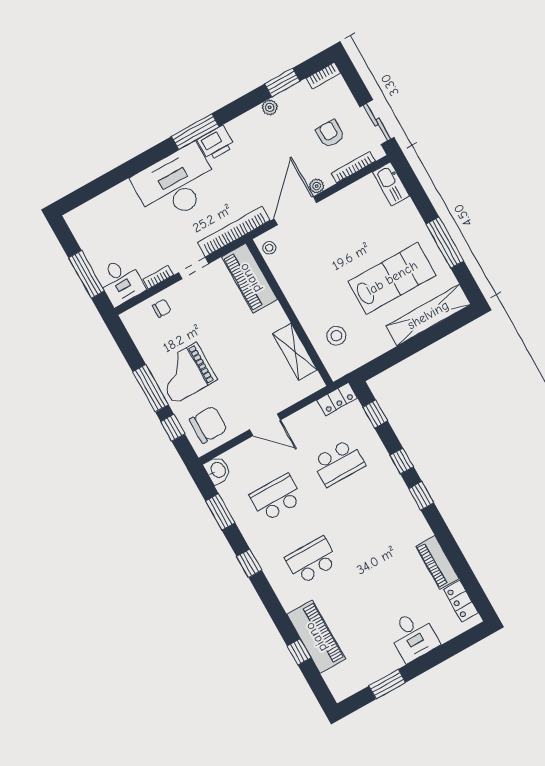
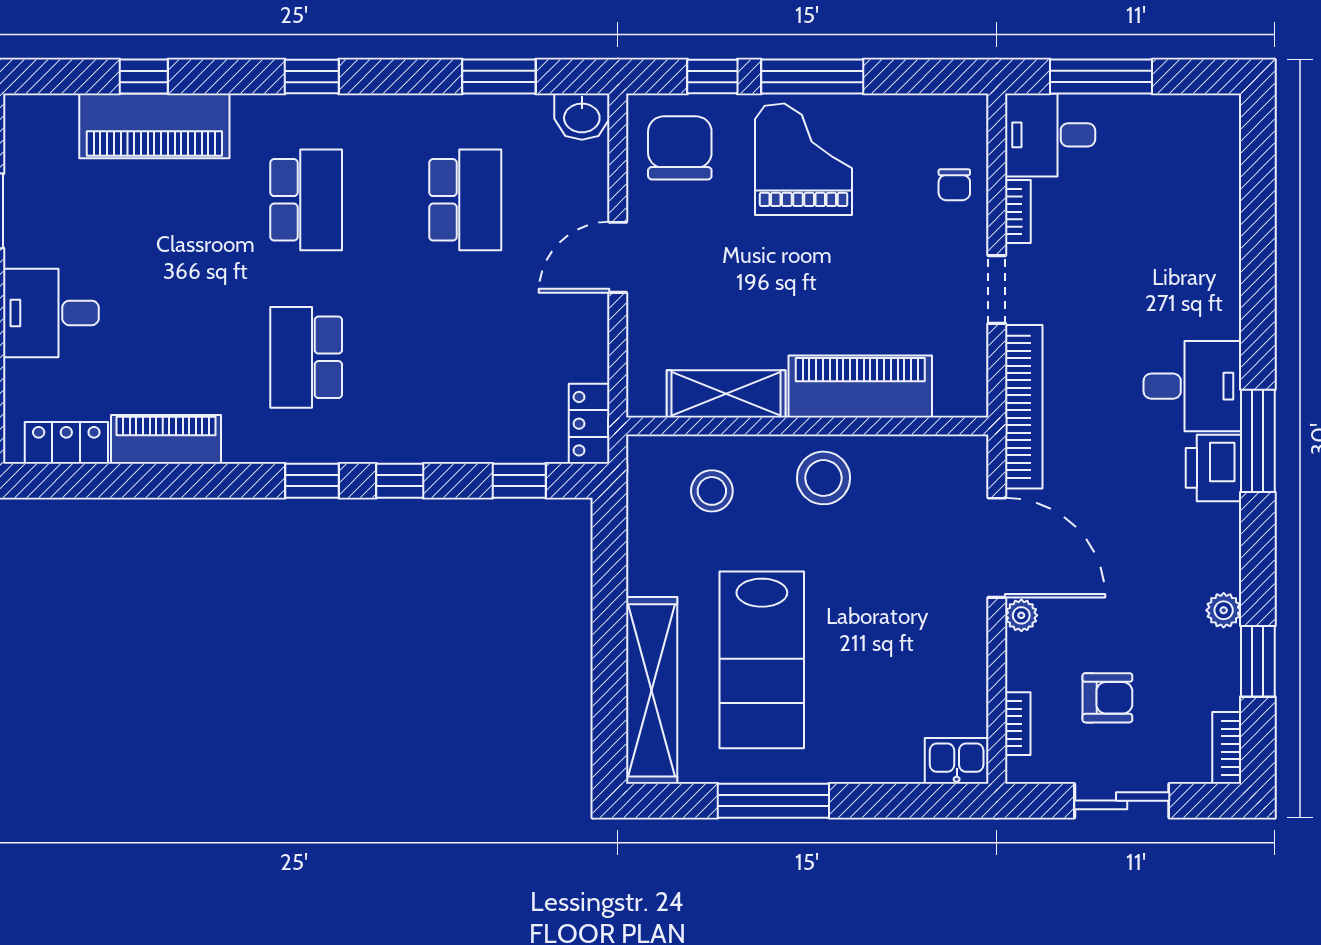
sliding door: (377, 122) -> (1122, 801), moved
bookcase: (353, 167) -> (1018, 724), width x0.64
desk: (176, 184) -> (1192, 386), width x0.53, depth x0.77
kitchen sink: (391, 184) -> (957, 761), width x0.73
stool: (269, 248) -> (823, 478), moved, width x1.89, depth x1.89
piano: (250, 278) -> (860, 386), moved
chair: (208, 425) -> (680, 148), turned 180
school desk: (338, 463) -> (306, 357), moved
window: (249, 563) -> (312, 76), moved

